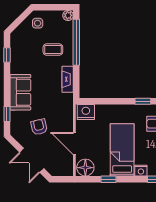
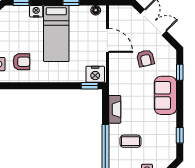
window: (143, 101) -> (90, 86), moved
floor lamp: (85, 168) -> (96, 10), width x0.53, depth x0.53

